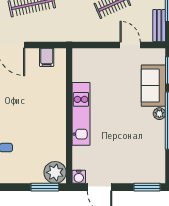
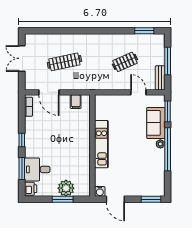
plant: (55, 172) -> (66, 188), moved
window: (45, 187) -> (63, 199), moved

